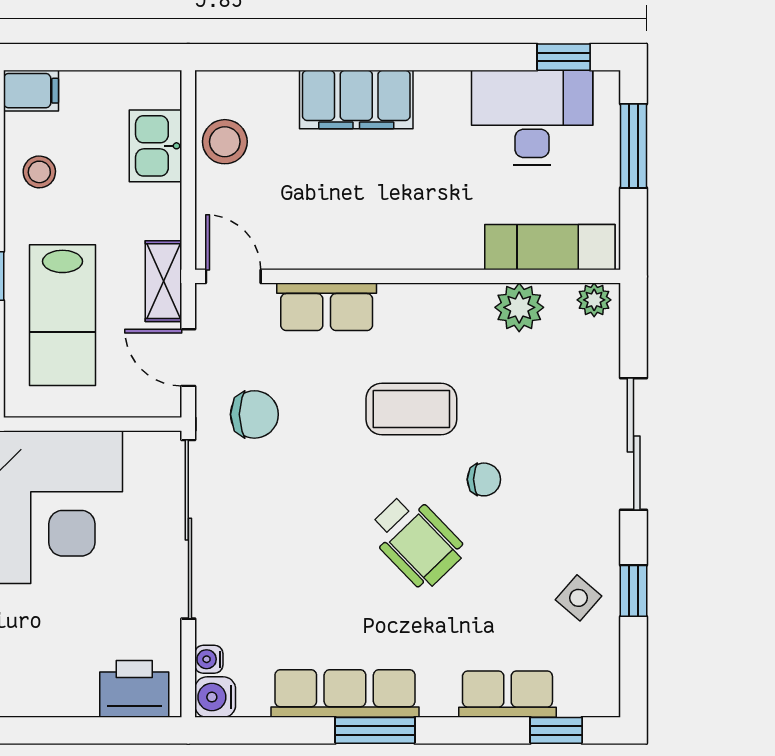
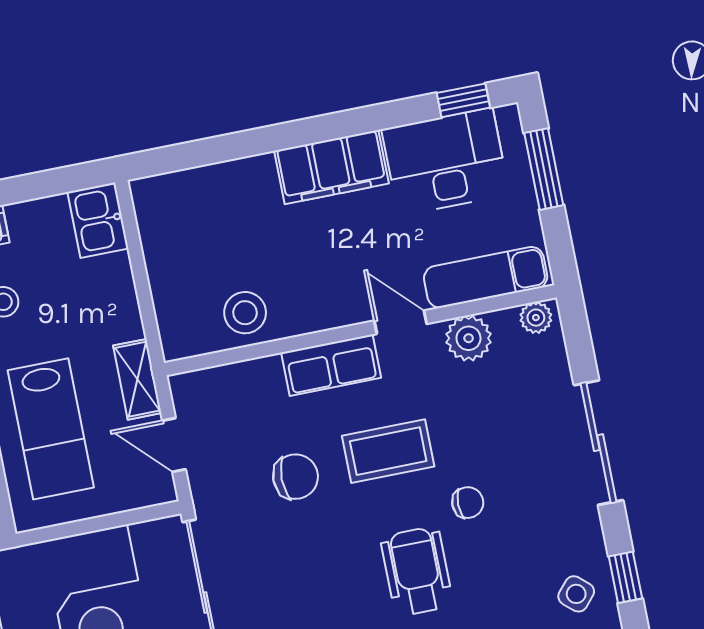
filing cabinet: (356, 99) -> (332, 167), moved
stool: (225, 142) -> (245, 313), moved
kitchen sink: (156, 146) -> (98, 220), moved
door: (233, 276) -> (400, 322), moved
row of seats: (327, 307) -> (331, 365), moved
chair: (254, 414) -> (296, 477), moved
wheelchair: (416, 541) -> (417, 571), turned -136

